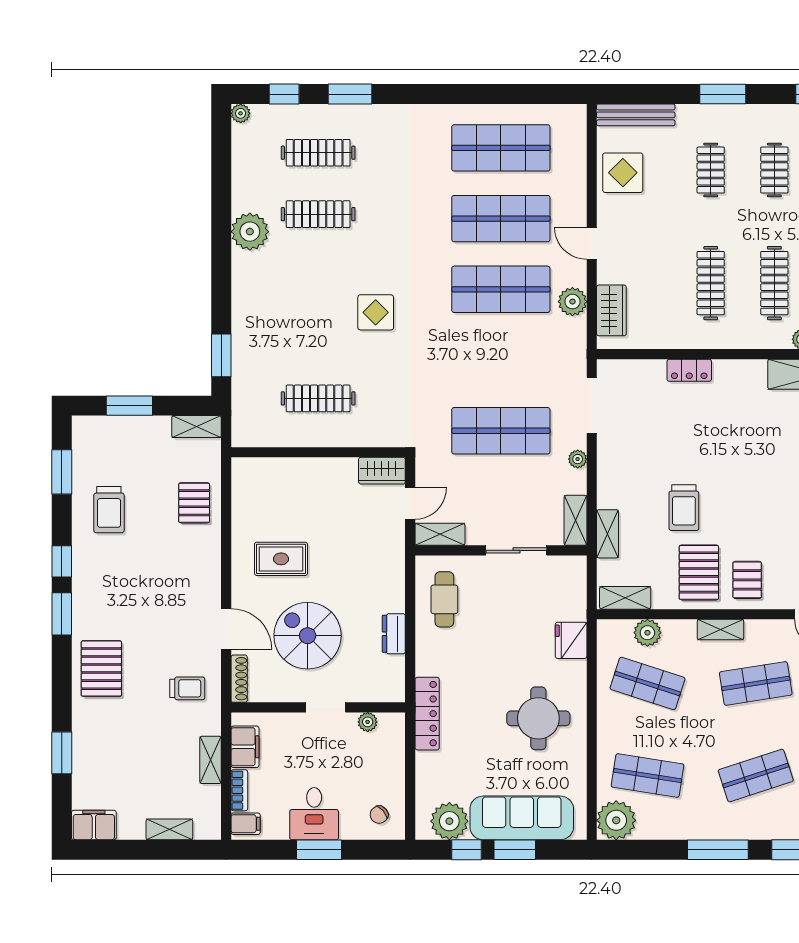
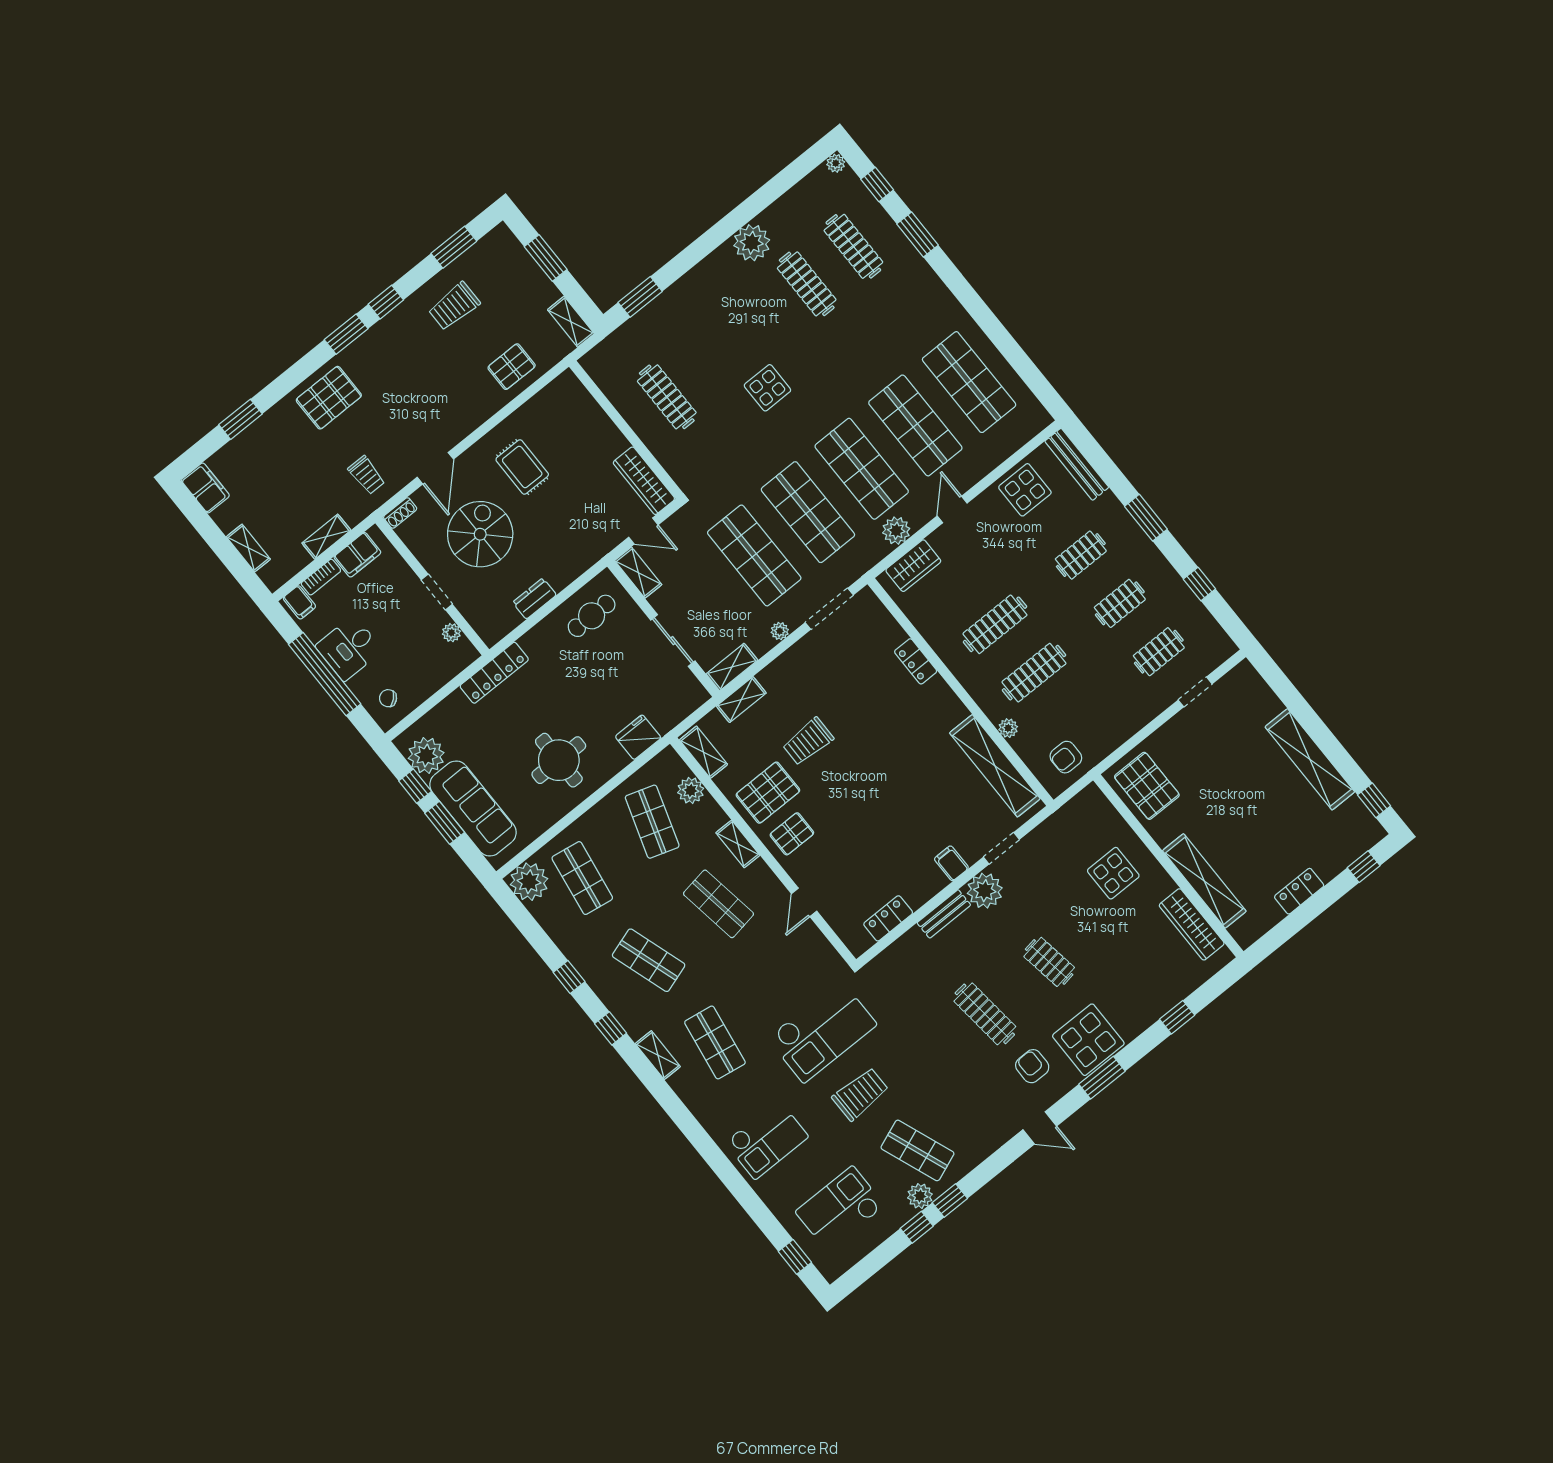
shop shelf: (501, 360) -> (808, 512), added
wardrobe: (382, 471) -> (644, 481), width x1.50
shoe rack: (239, 679) -> (400, 513), width x0.70
window: (319, 850) -> (325, 674), width x2.11
window: (718, 850) -> (569, 977), width x0.46

